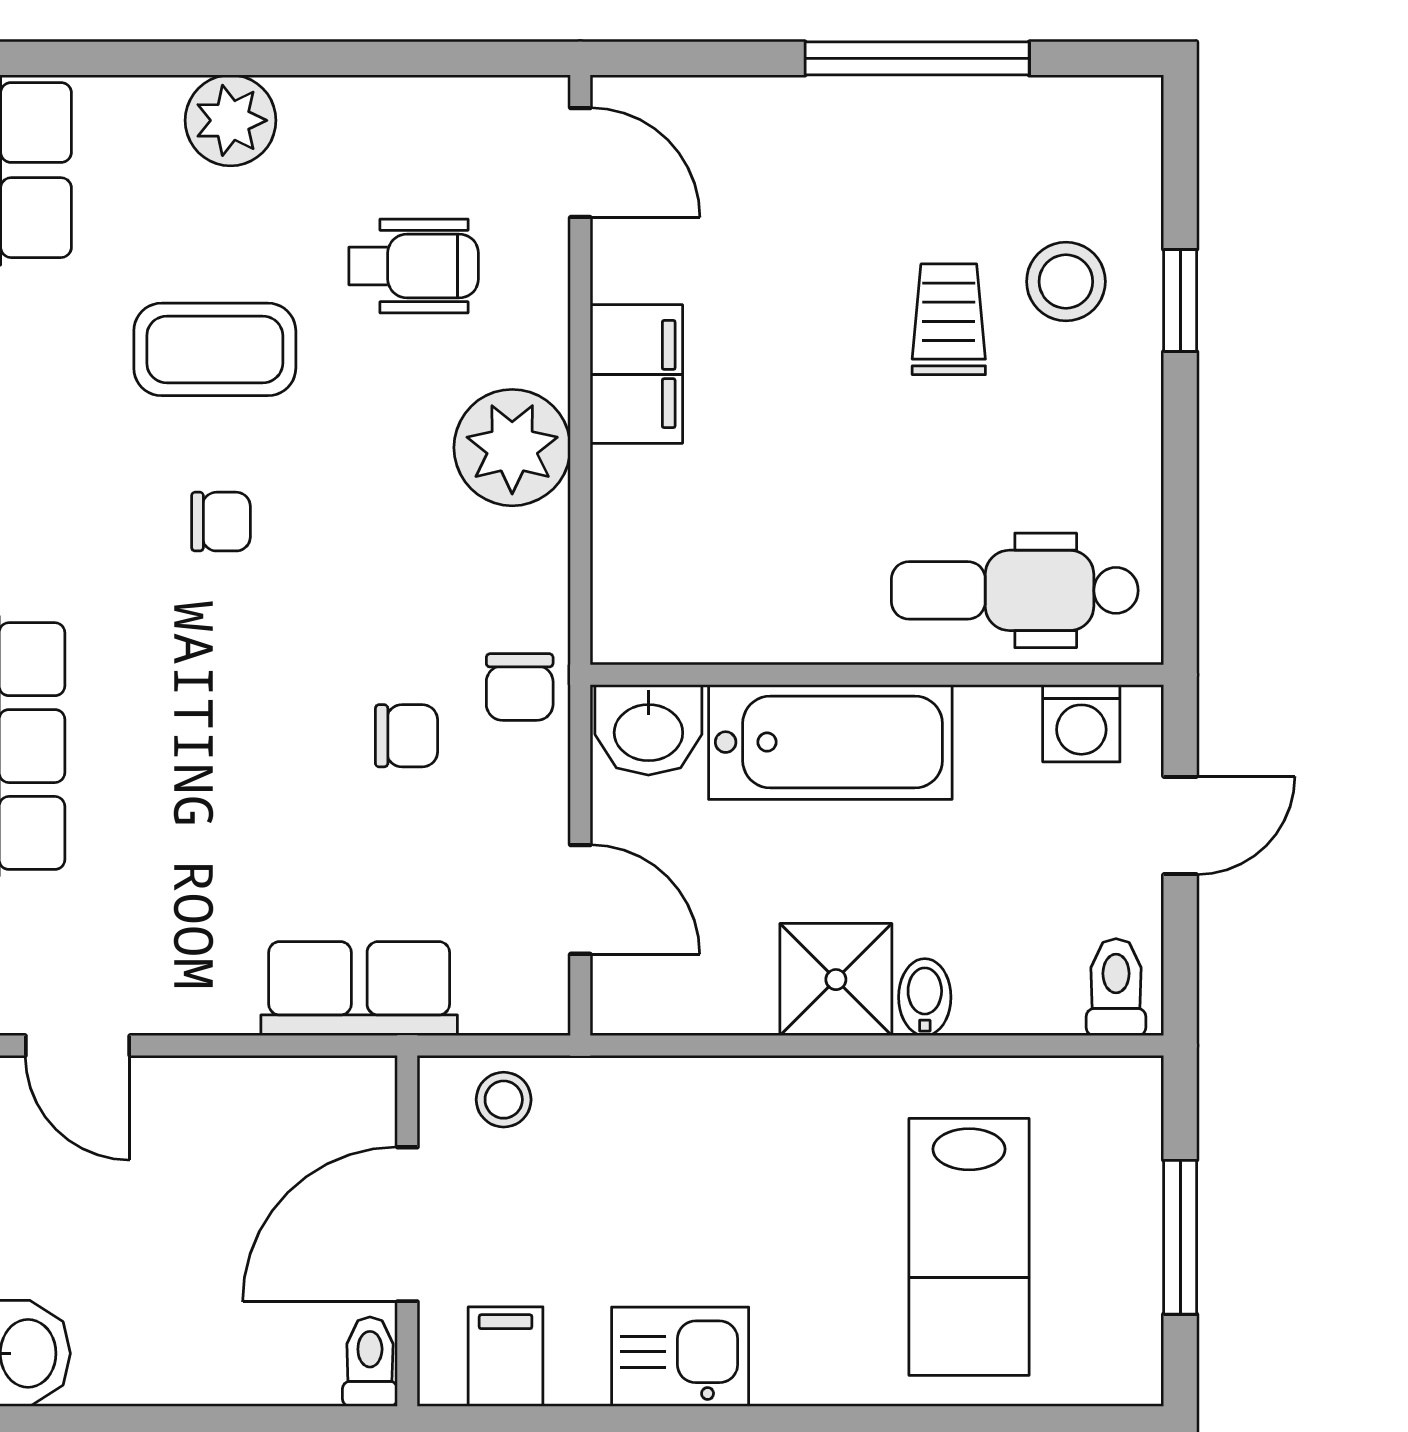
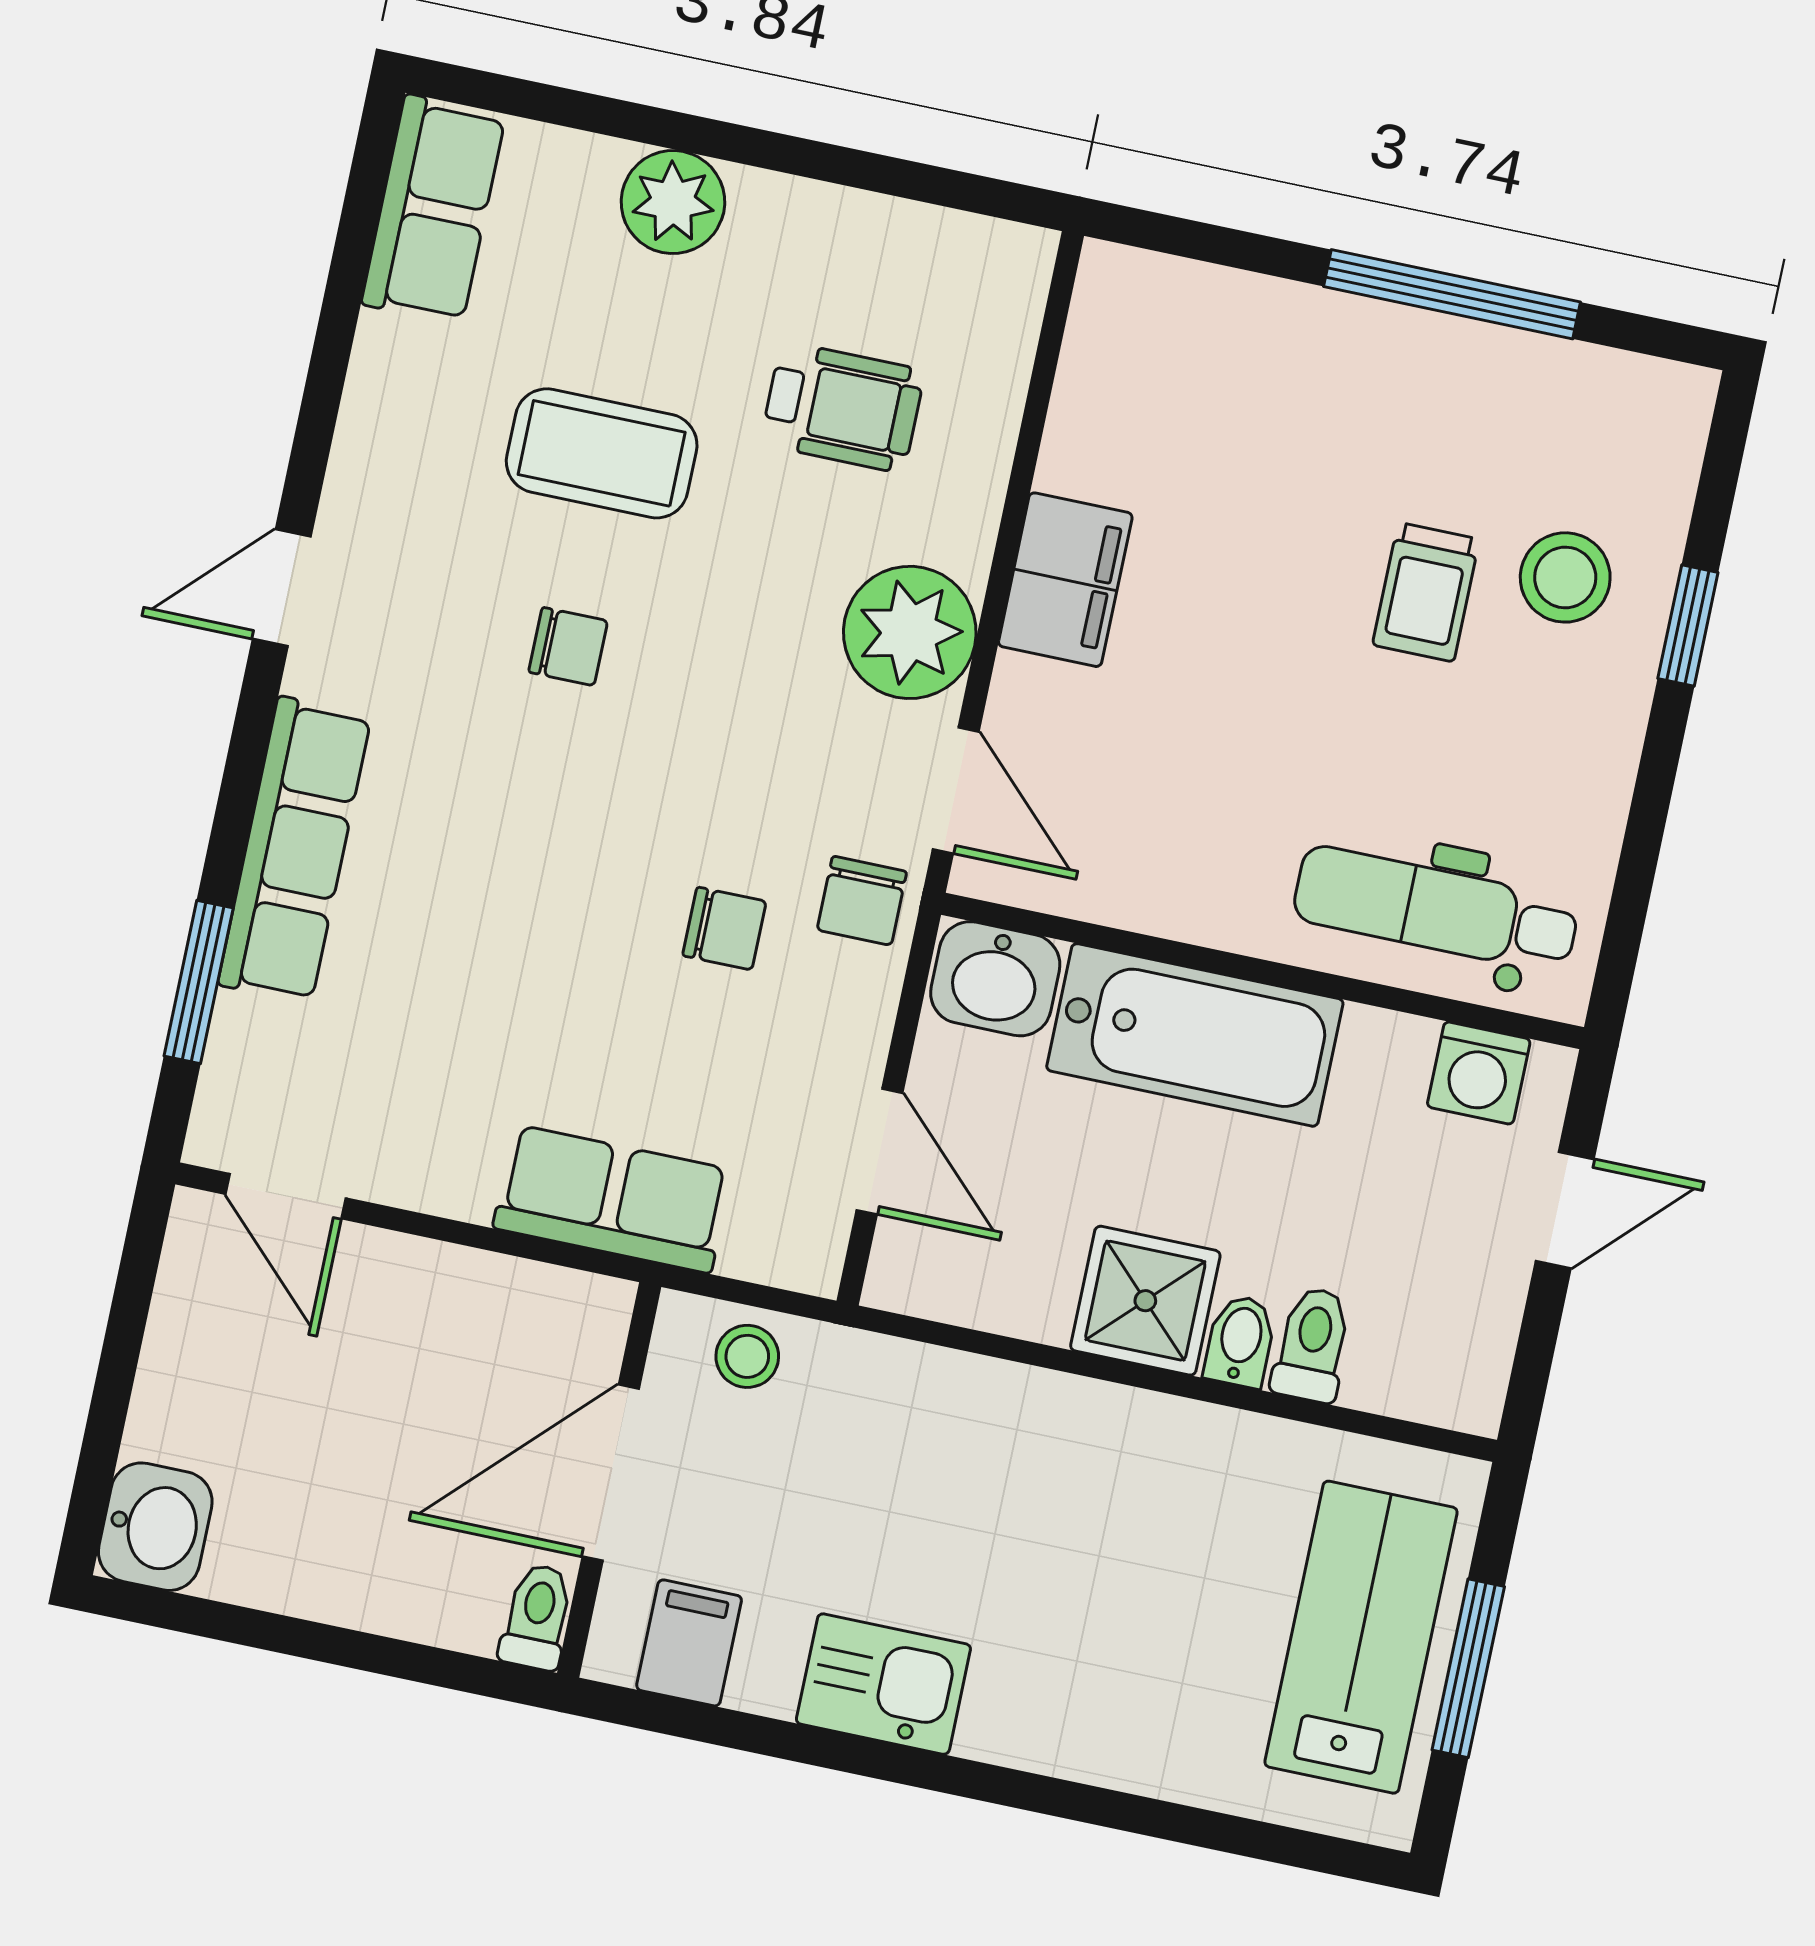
door: (580, 163) -> (956, 790), moved
trolley: (949, 319) -> (1426, 592), turned 180
toilet: (1116, 987) -> (1312, 1345), moved
lab bench: (969, 1247) -> (1361, 1637), moved, turned 180

